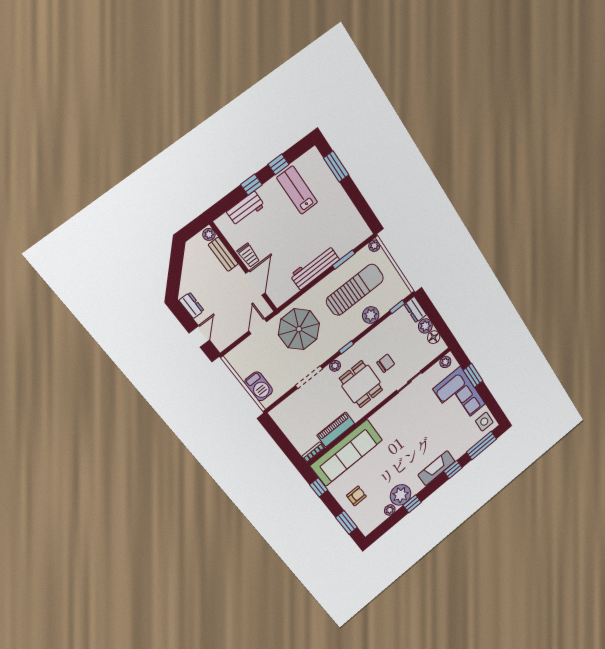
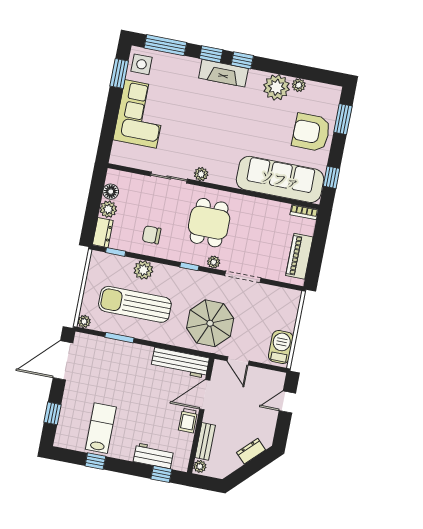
window: (336, 167) -> (53, 413), width x0.67
window: (251, 185) -> (161, 474), moved
lab bench: (297, 190) -> (101, 428), turned 180
door: (363, 208) -> (63, 360), added
trolley: (248, 255) -> (188, 421), turned 180
workbench: (315, 268) -> (180, 363), moved
dresser: (192, 305) -> (251, 451), moved, turned 45
door: (258, 326) -> (238, 361), hinge flipped
plant: (445, 362) -> (201, 174), moved
chair: (386, 363) -> (152, 235), moved
window: (473, 375) -> (119, 73), moved
barbecue: (259, 386) -> (281, 347), moved
piano: (336, 429) -> (299, 256), moved, turned 90
armchair: (356, 496) -> (311, 132), width x1.88, depth x1.88
window: (412, 504) -> (242, 60), moved

